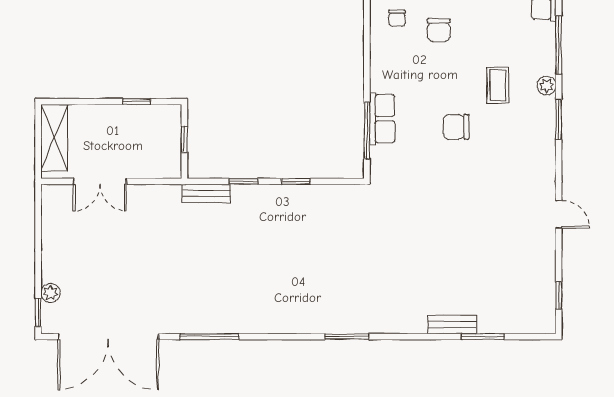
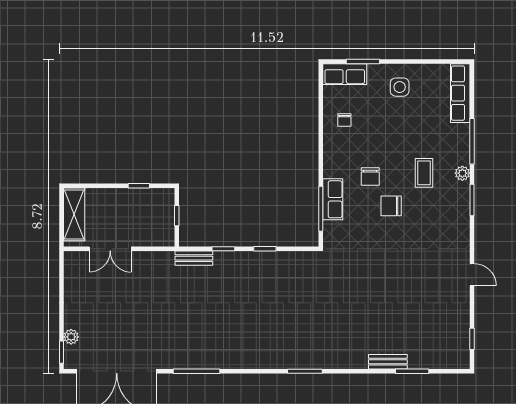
chair: (439, 30) -> (370, 176), moved

